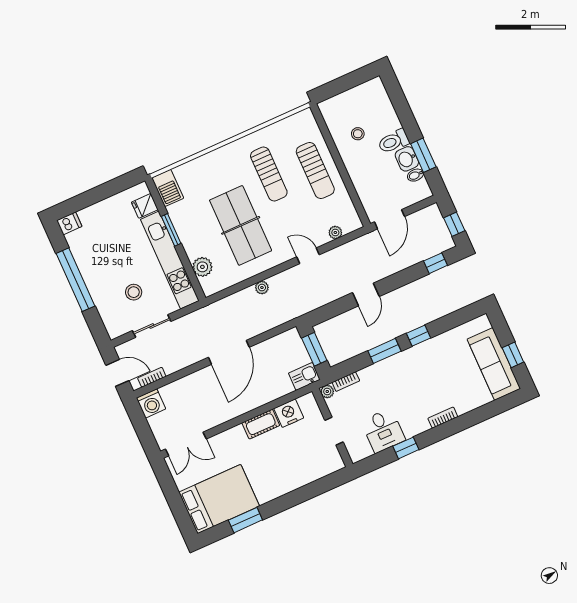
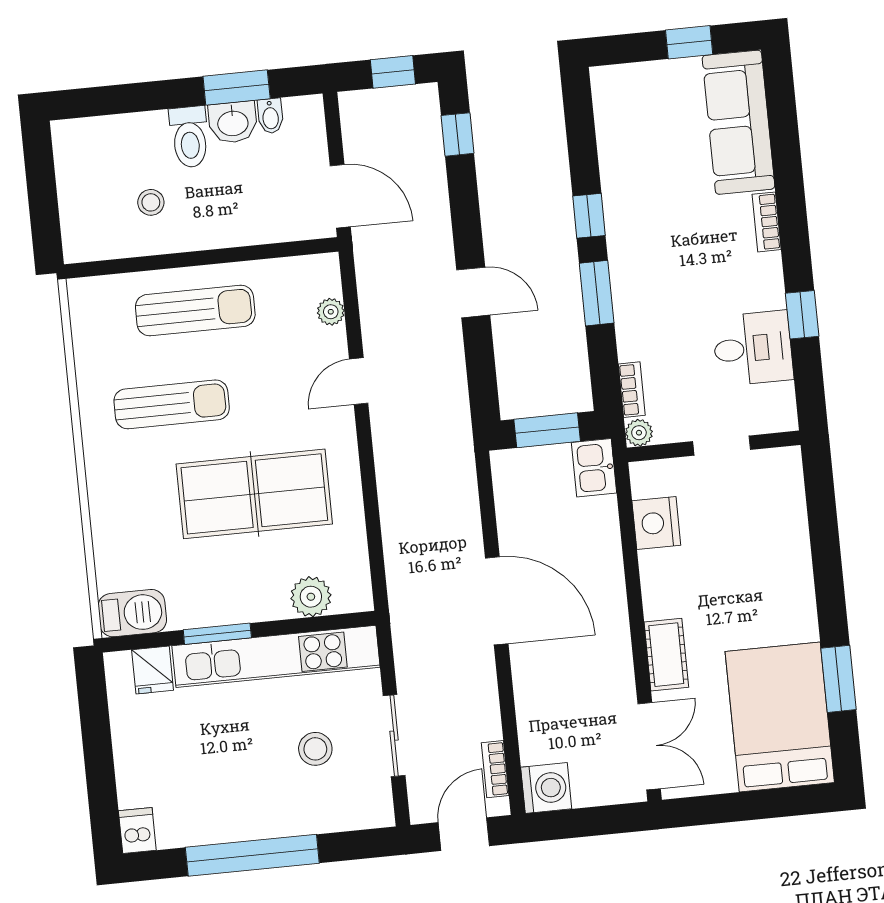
plant: (262, 288) -> (391, 493), removed
sofa: (494, 364) -> (738, 122), moved, turned 90
cot: (261, 424) -> (666, 655), moved

